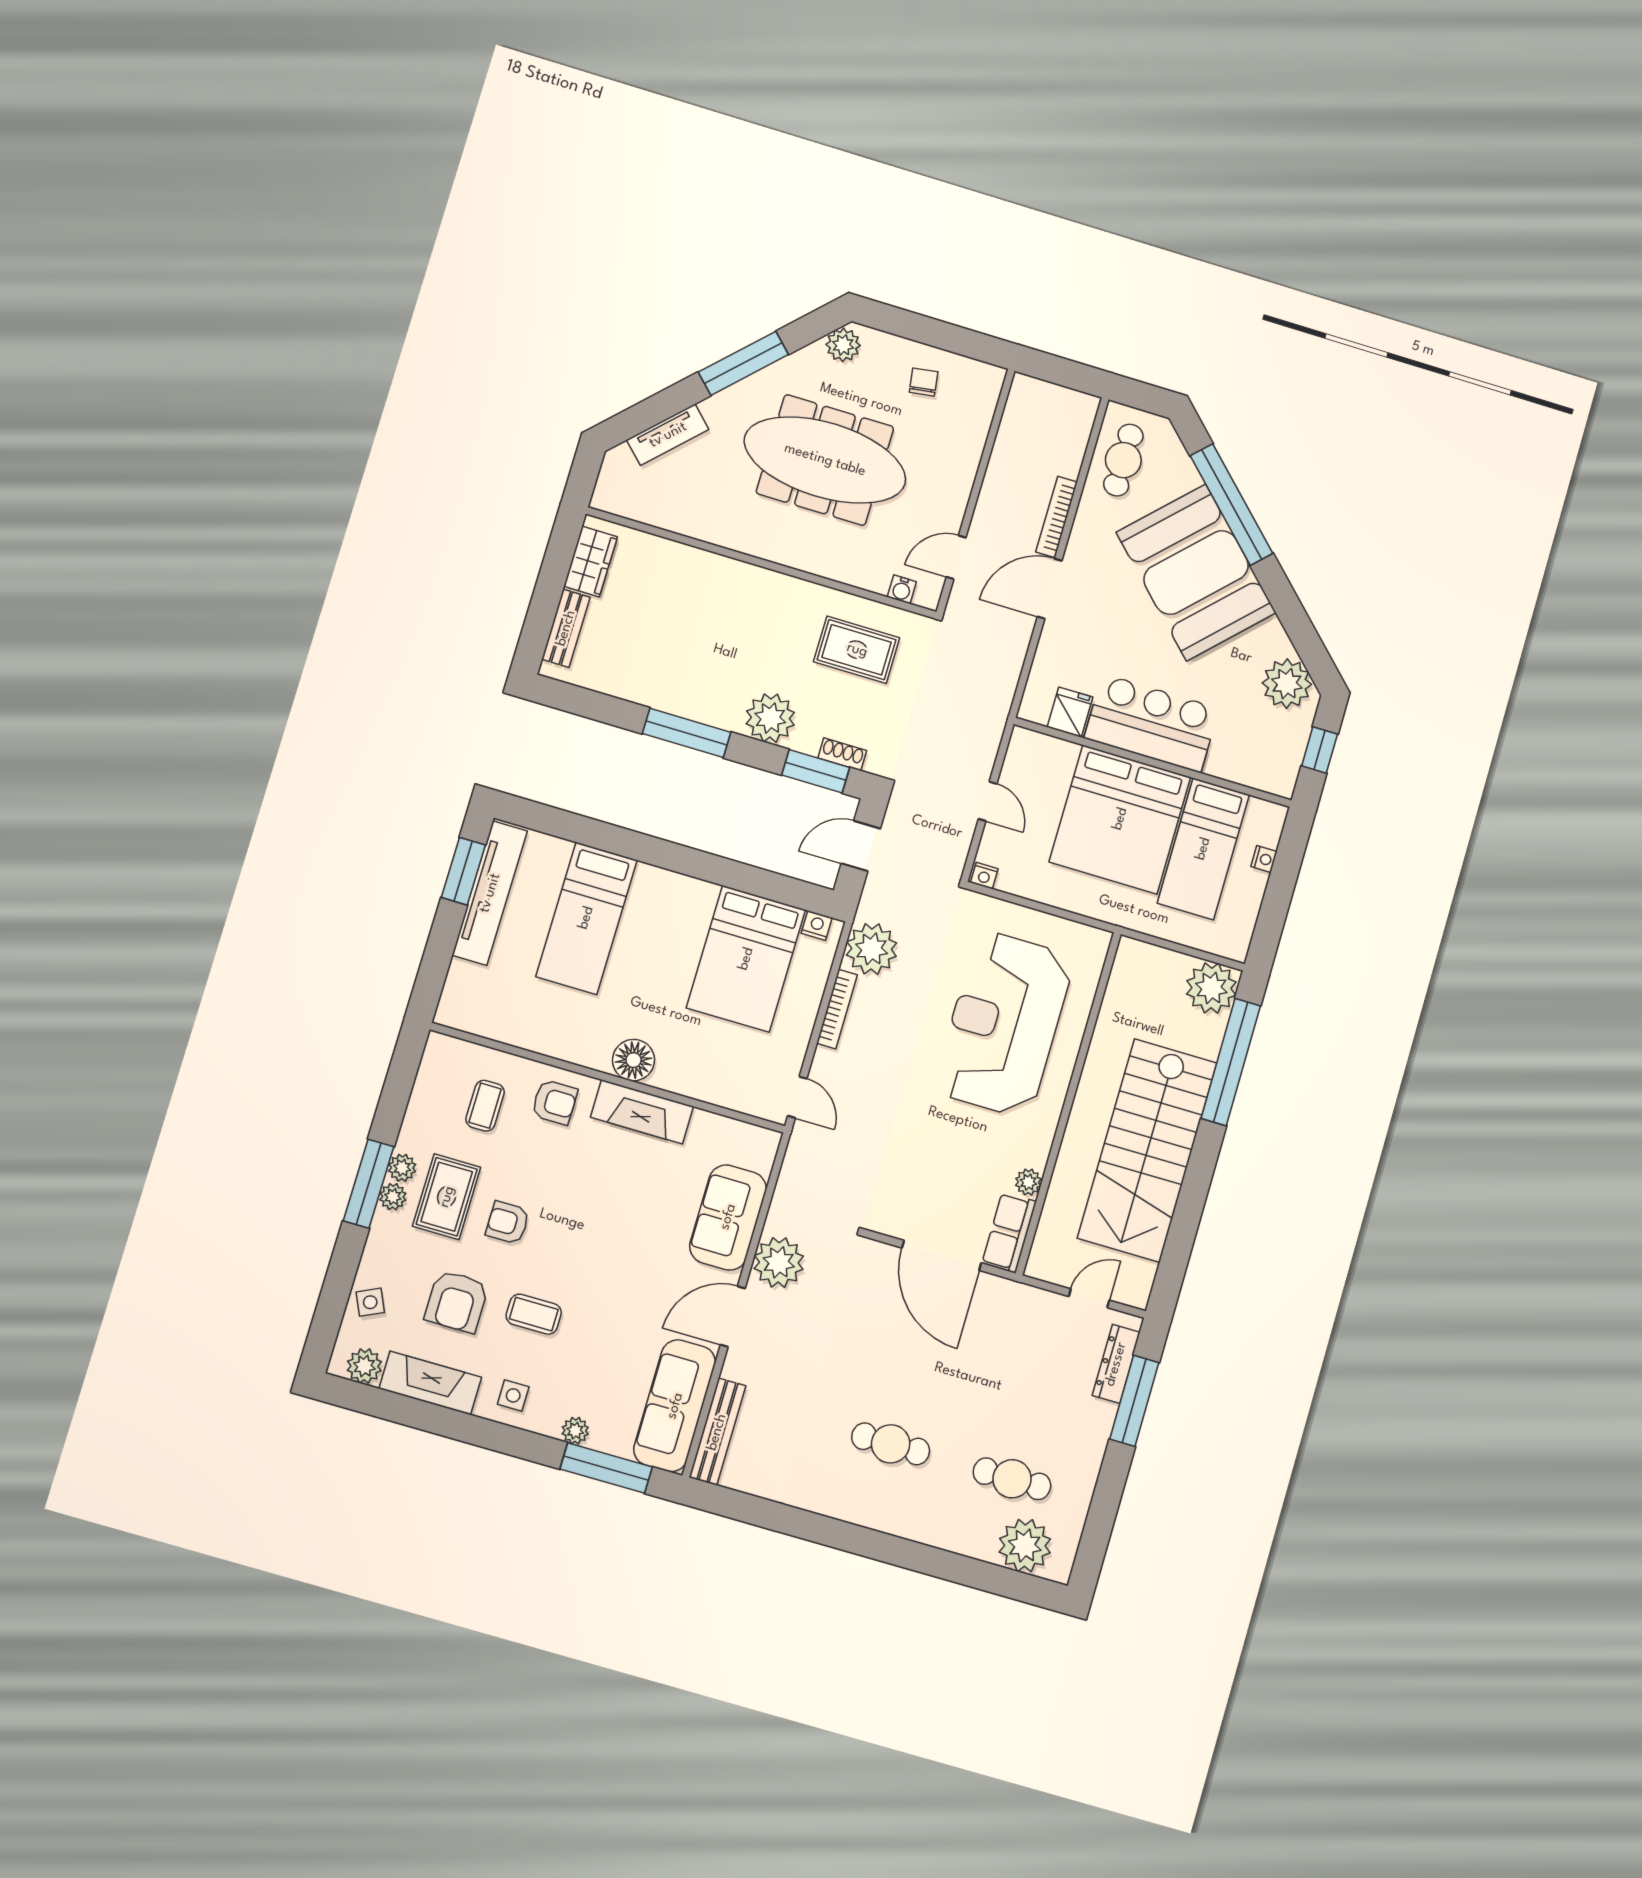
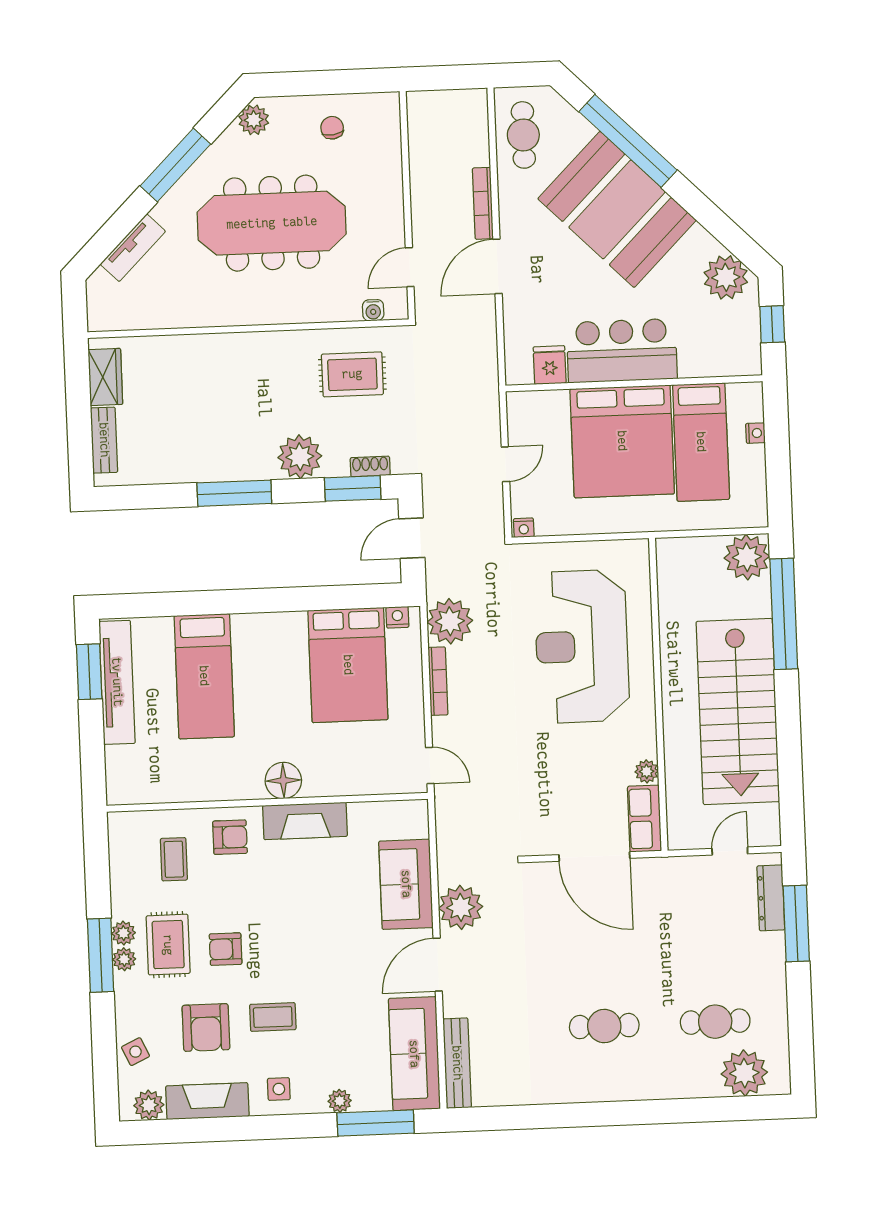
door: (988, 801) -> (505, 464), hinge flipped

